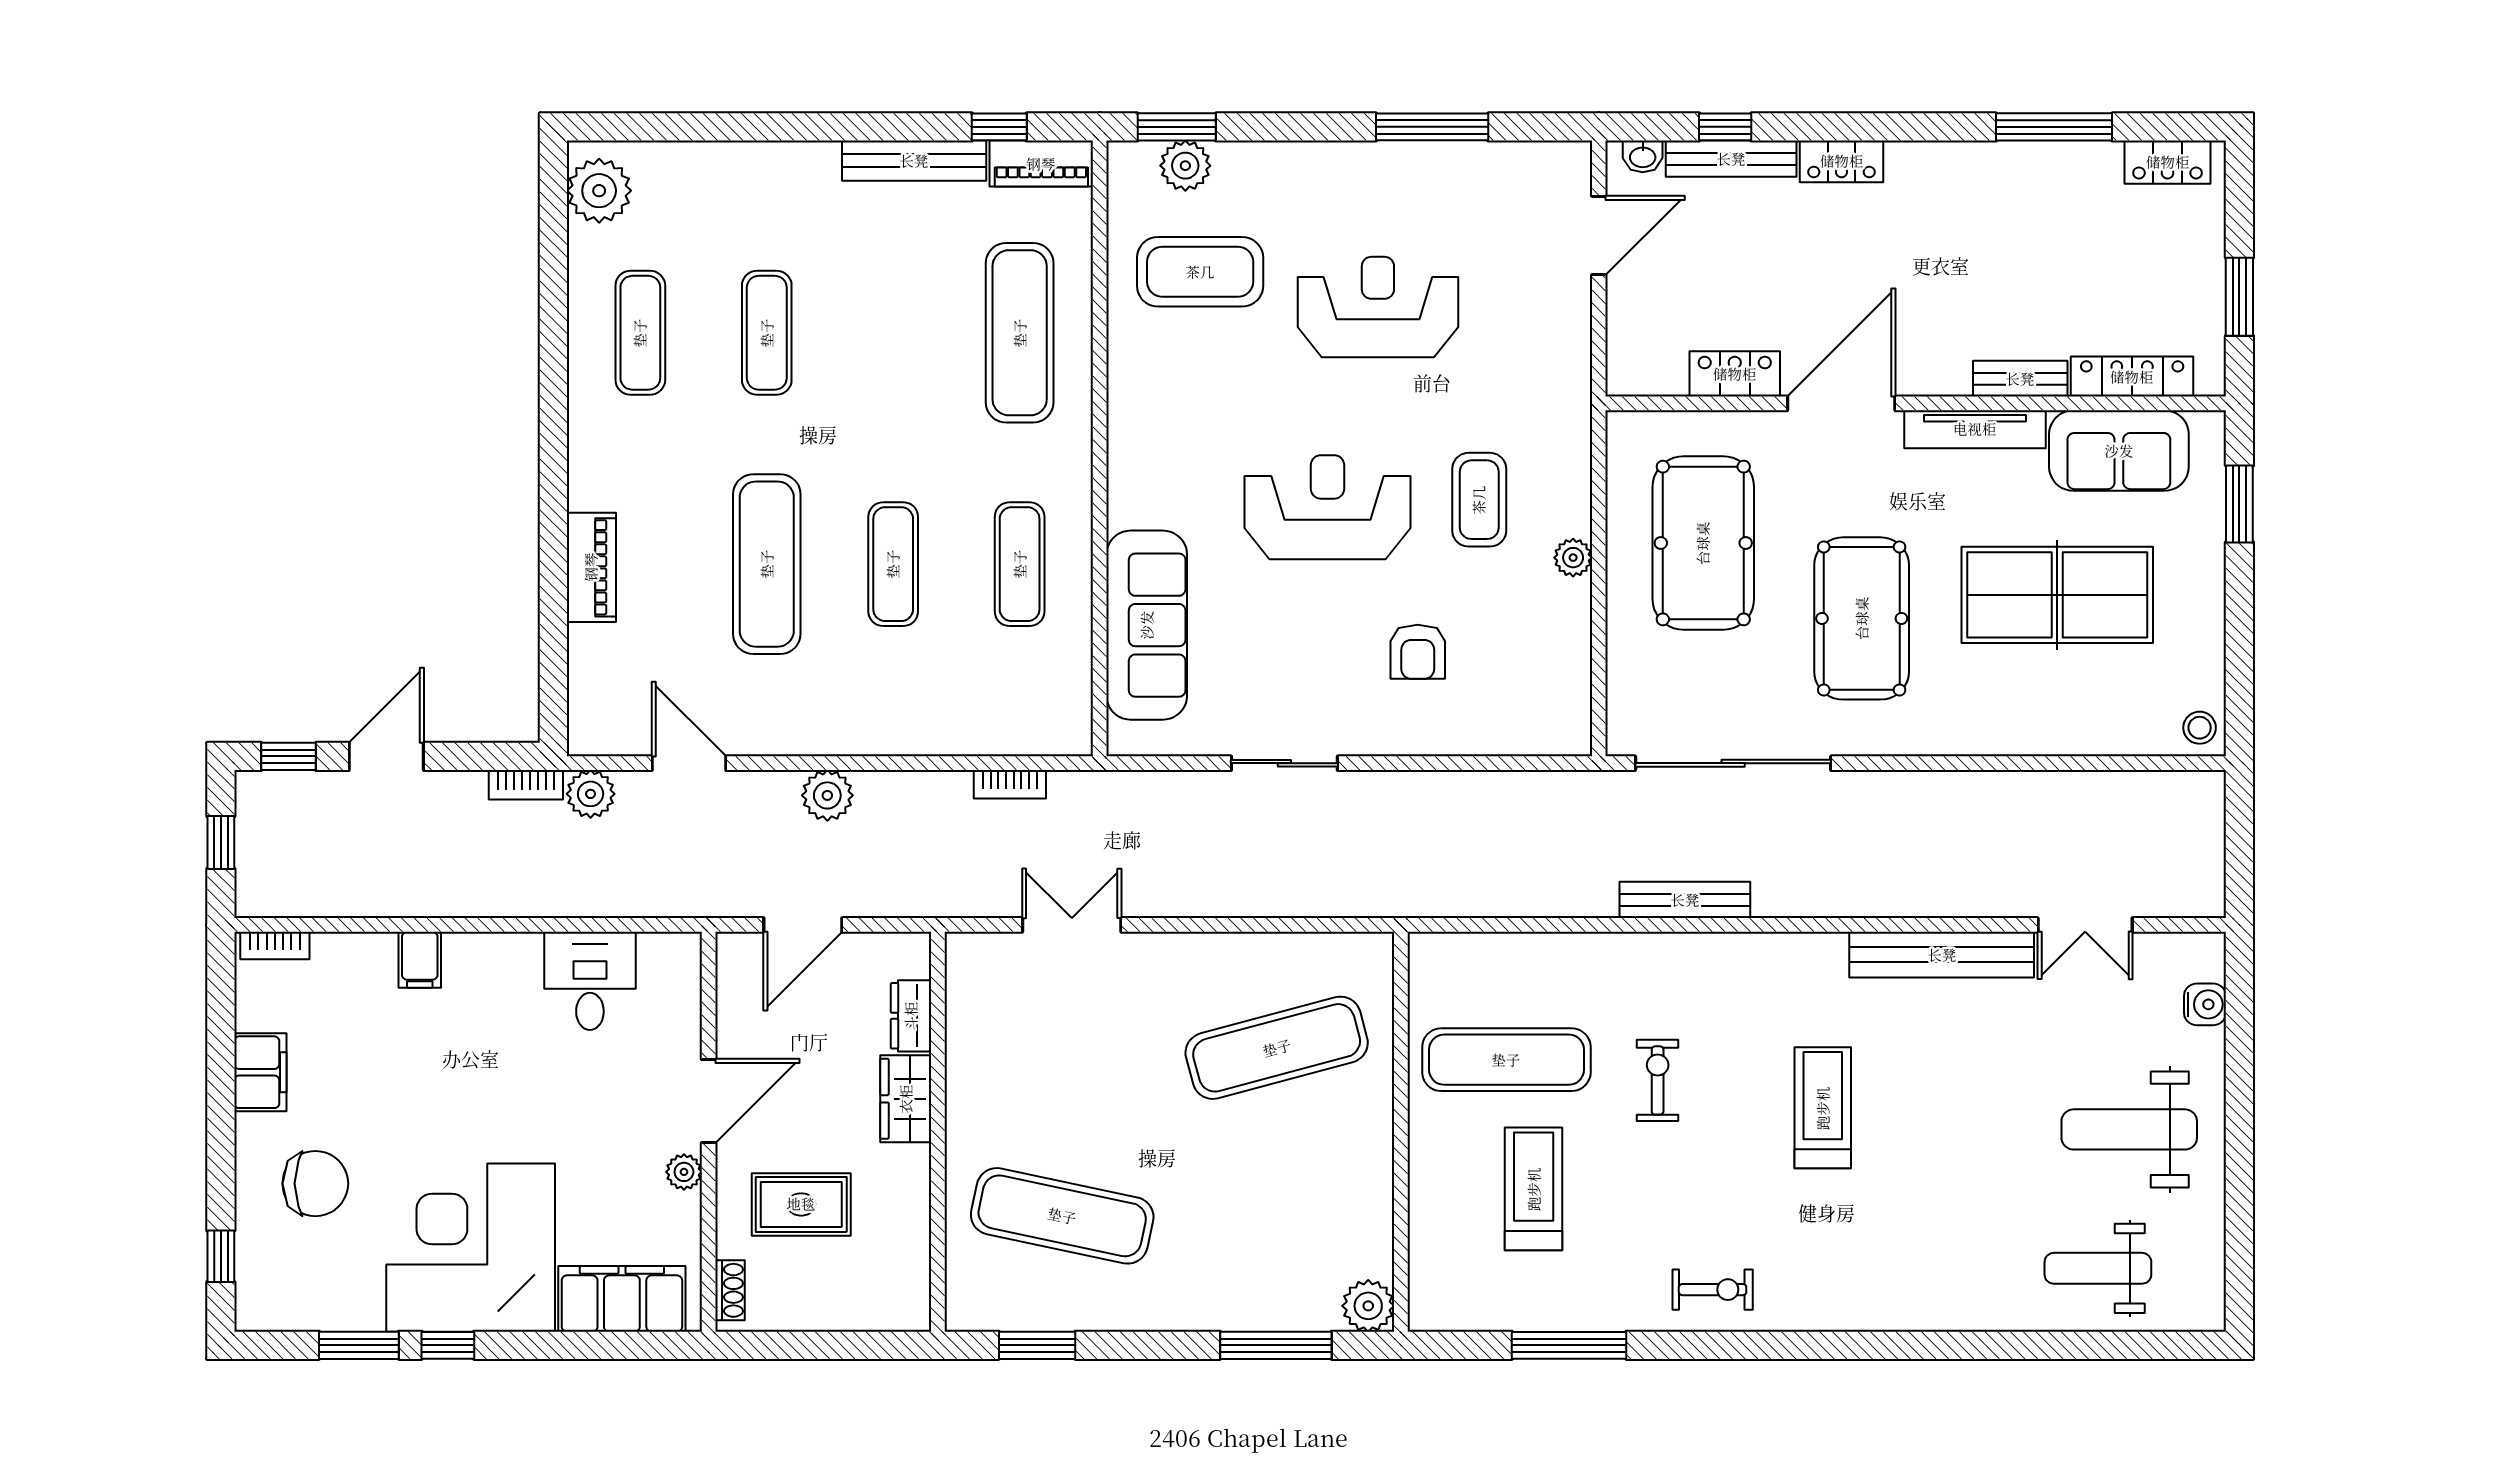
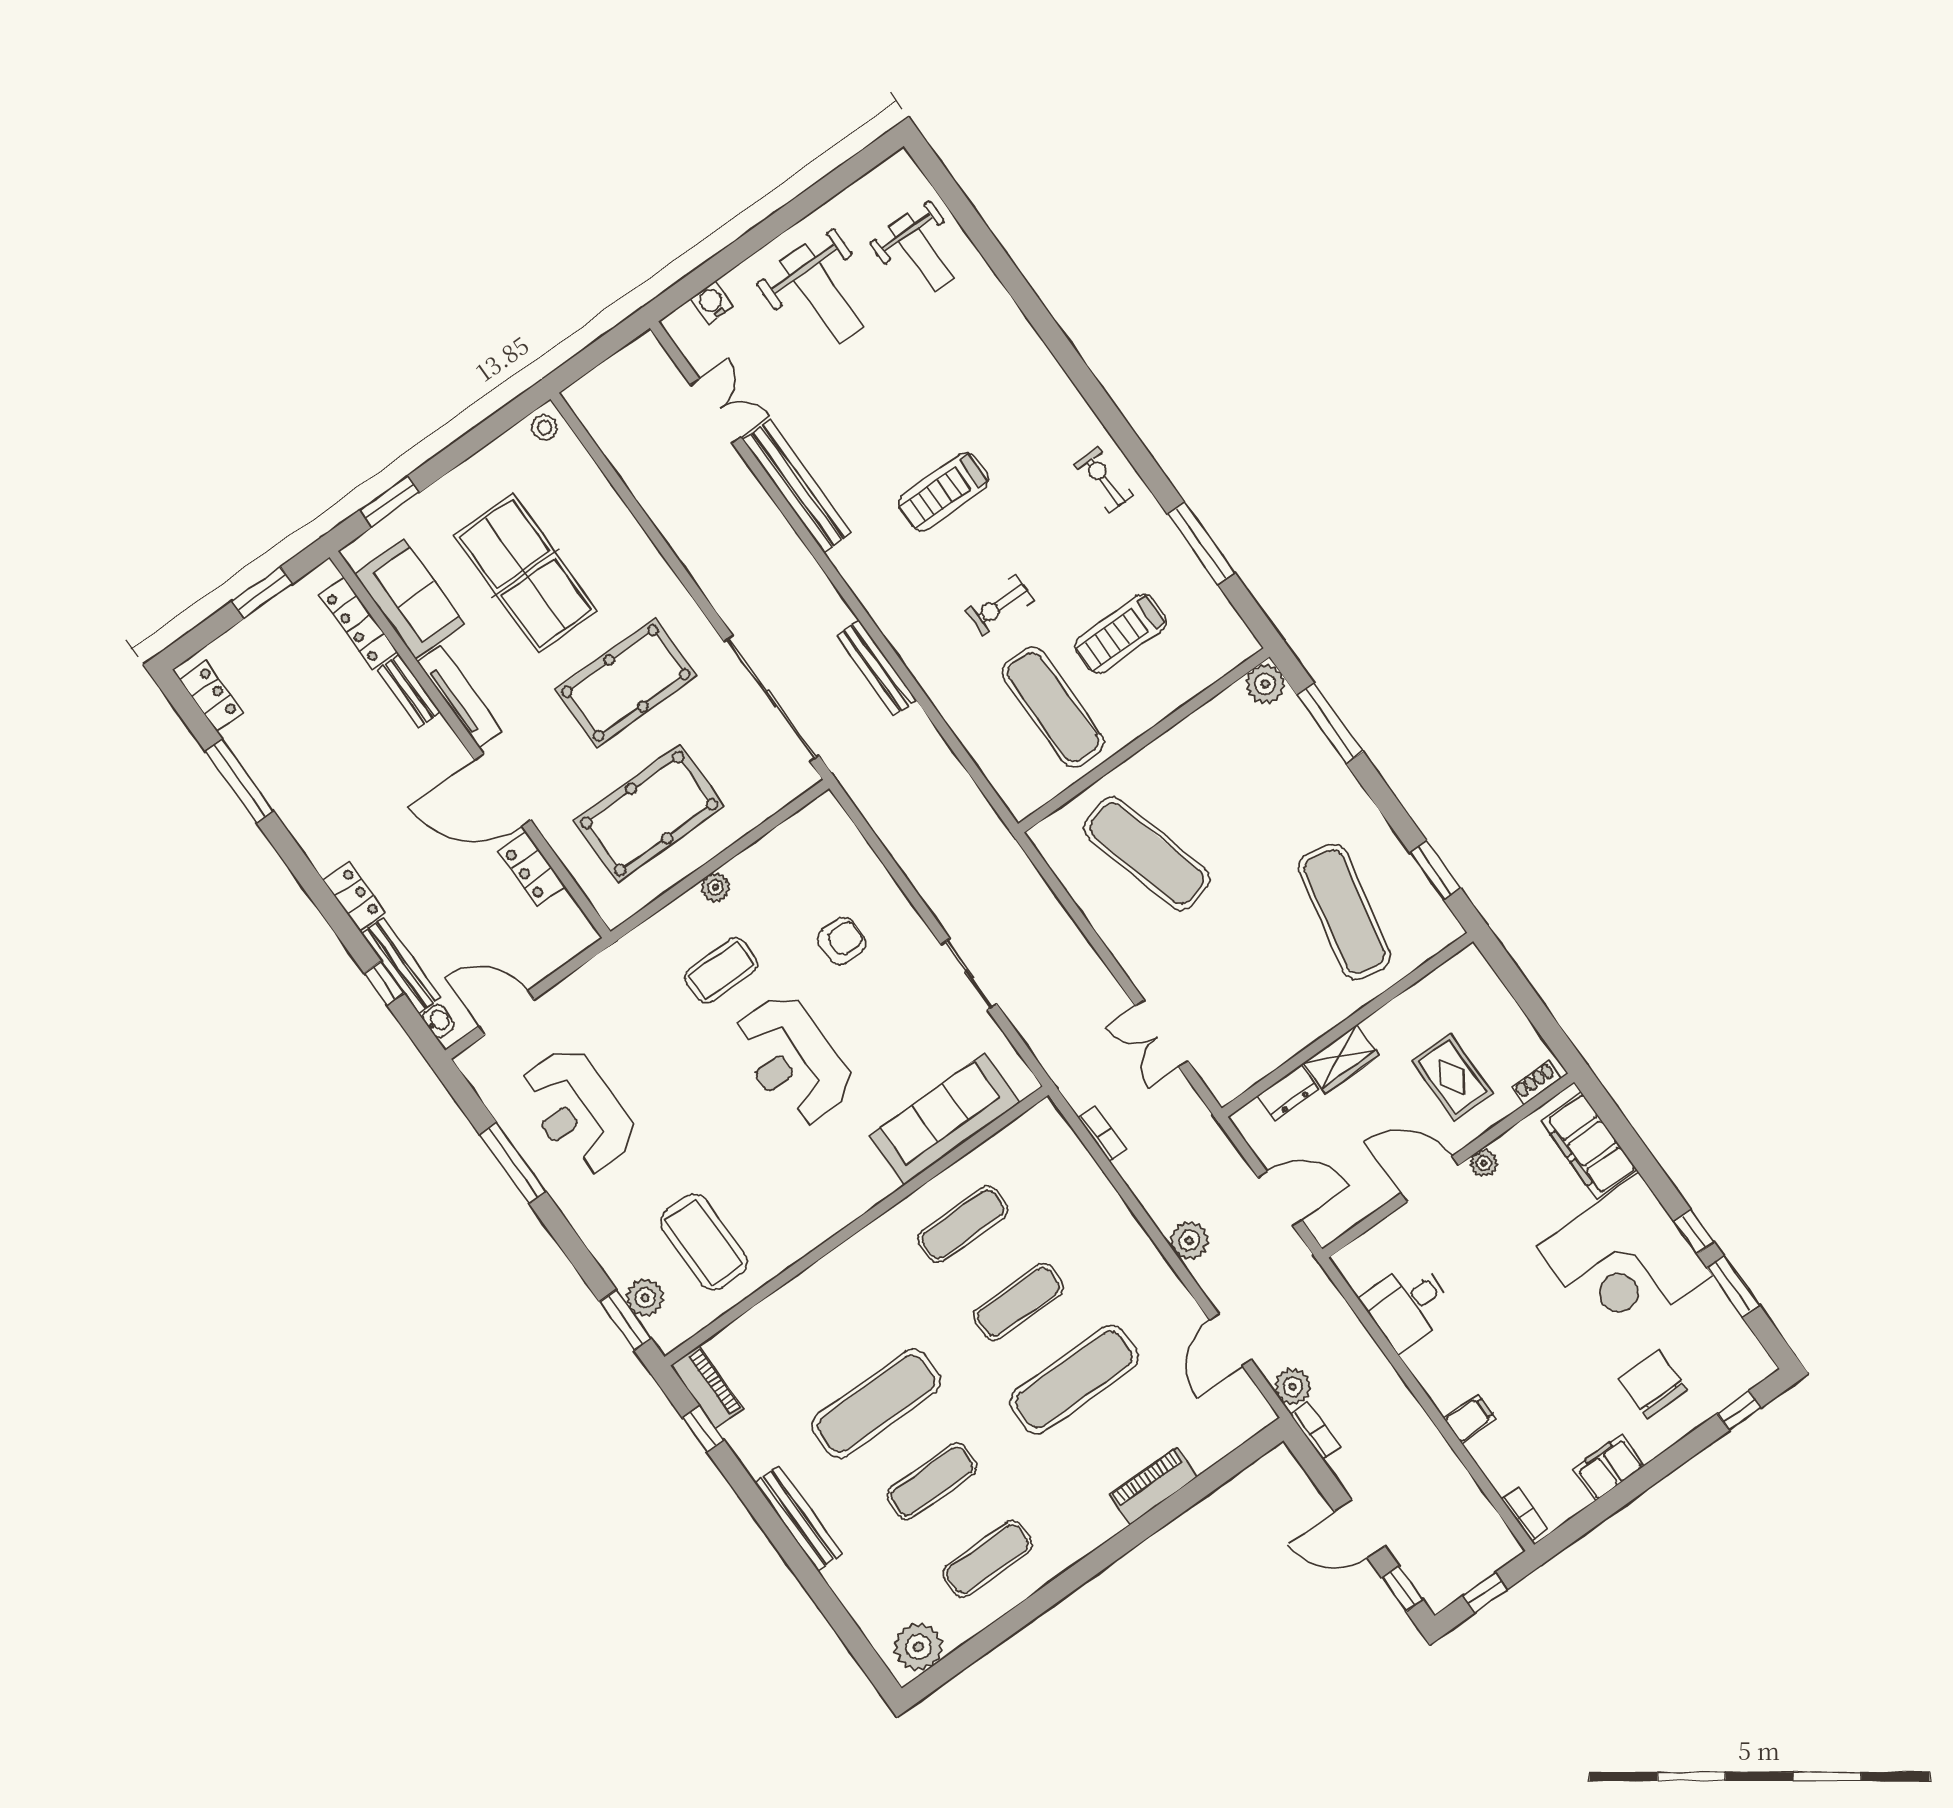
bench: (914, 161) -> (799, 1518), moved
reception desk: (1378, 307) -> (577, 1111), moved
exercise mat: (1020, 333) -> (876, 1404), moved

